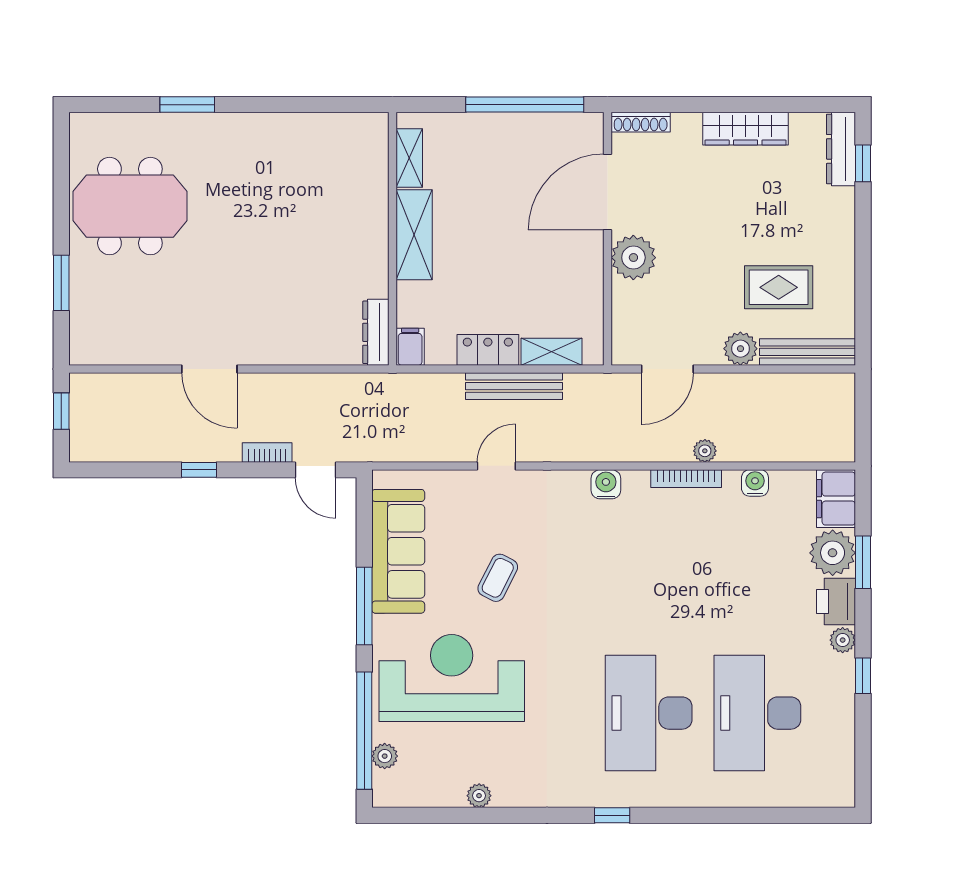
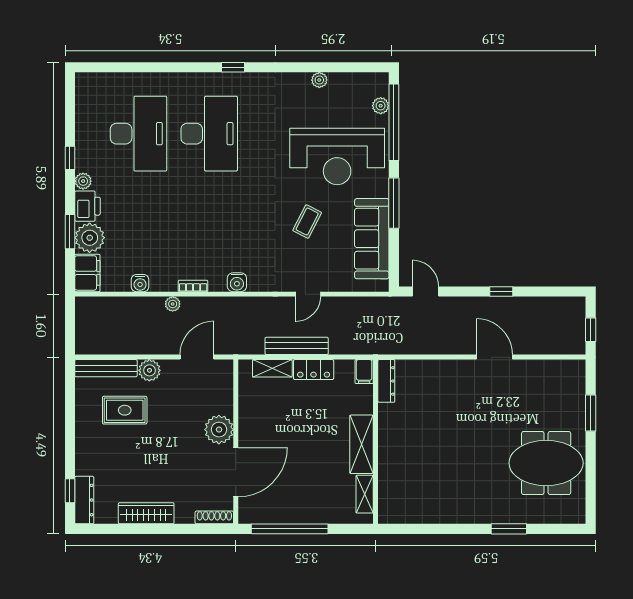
bookcase: (267, 452) -> (457, 303), removed
bookcase: (686, 479) -> (193, 286), width x0.64

